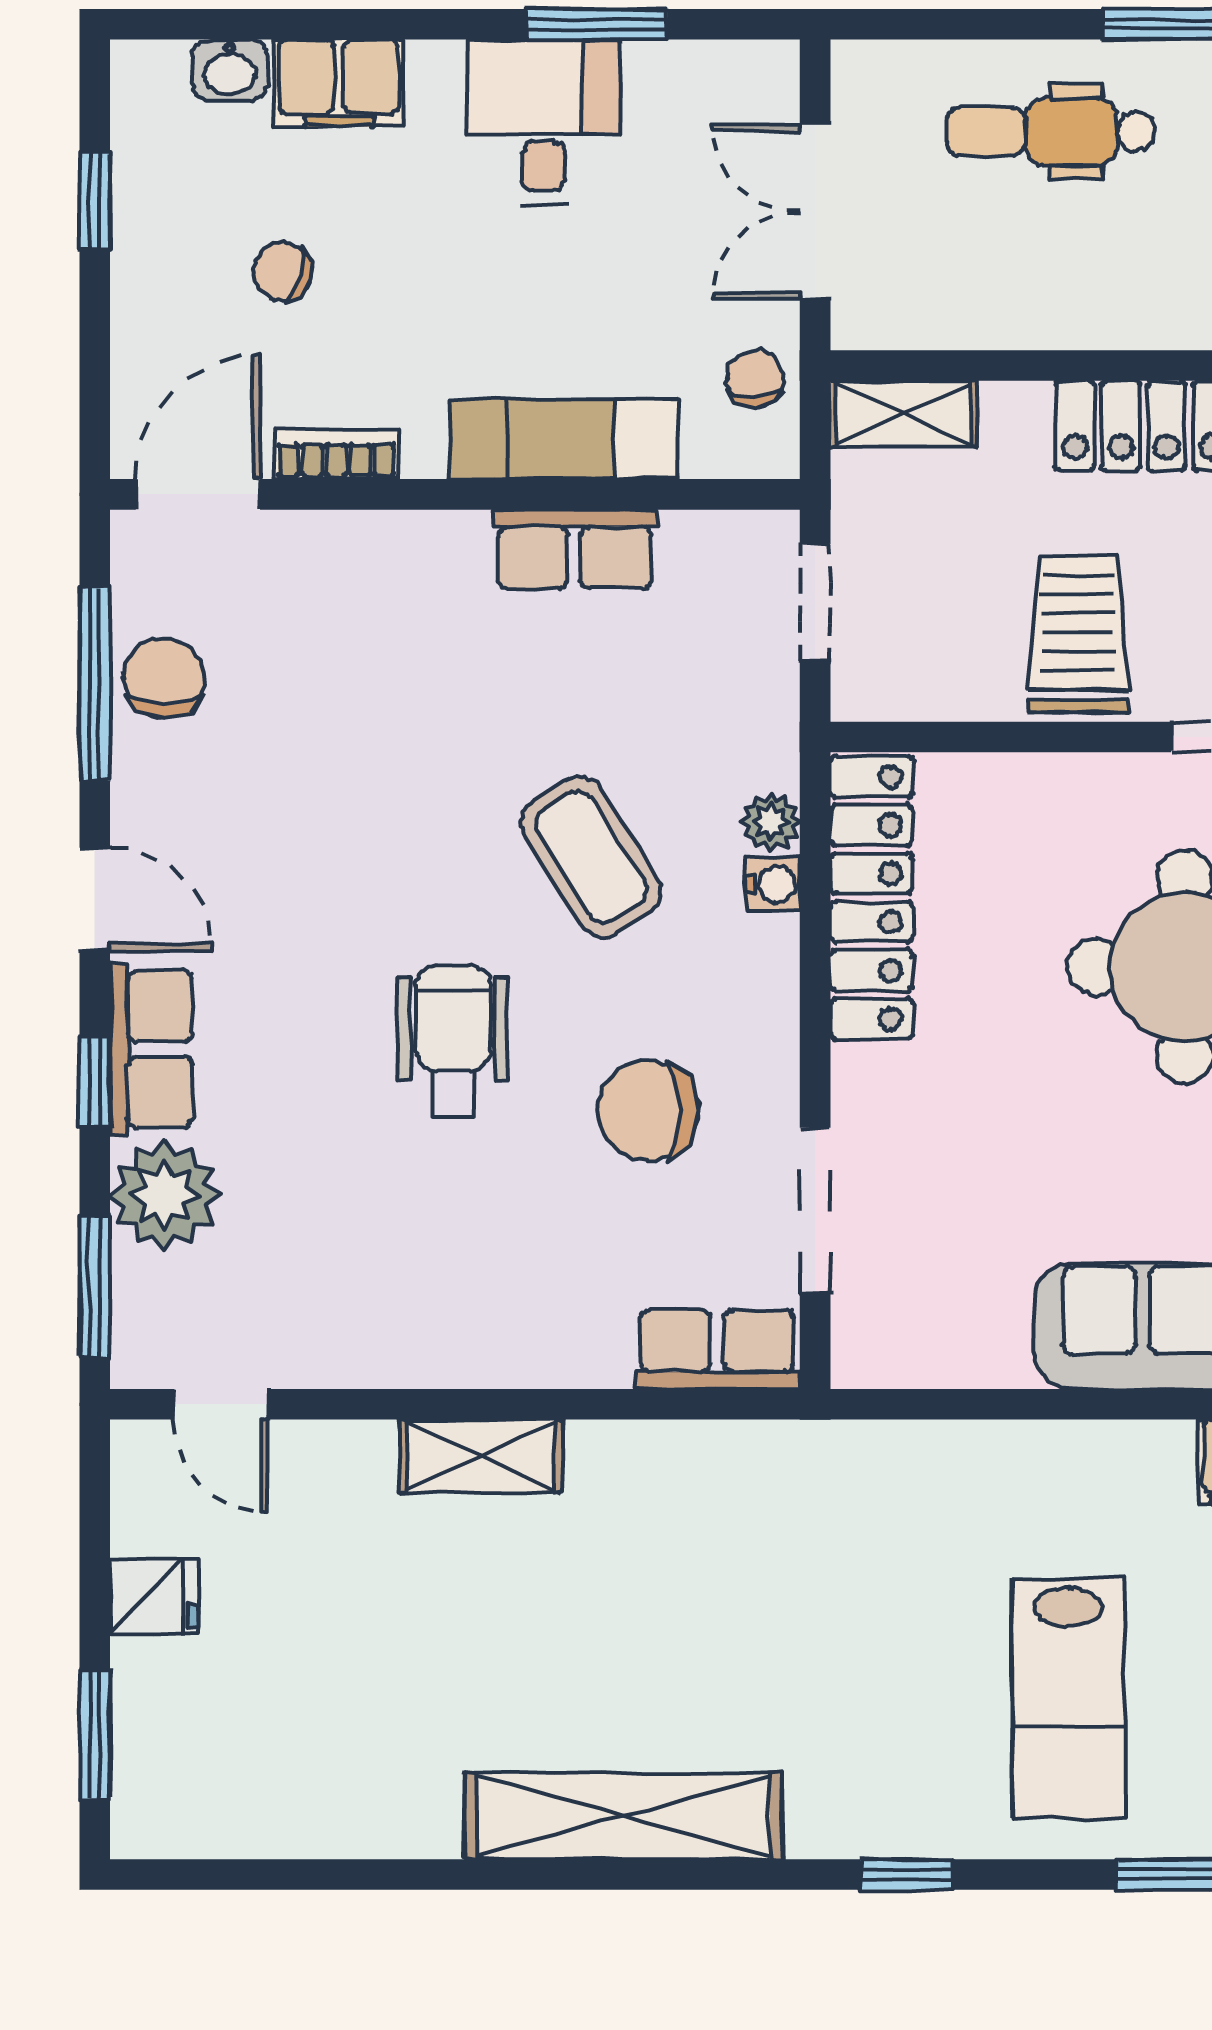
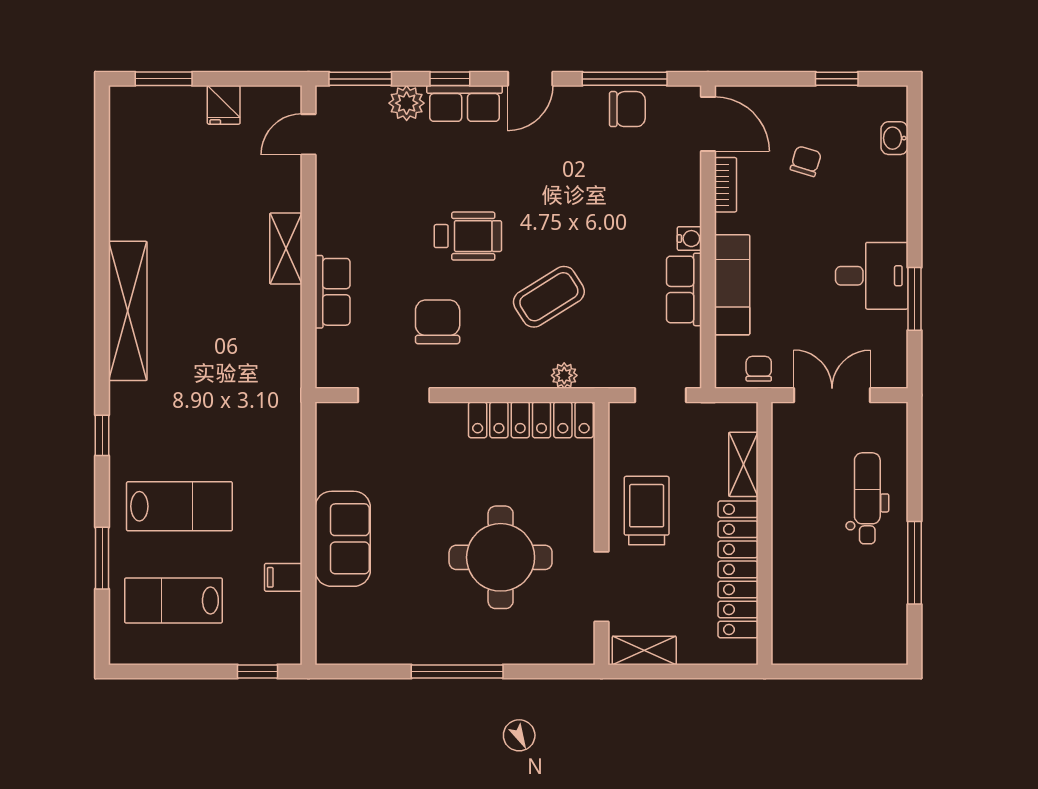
filing cabinet: (339, 83) -> (889, 186), removed
chair: (755, 379) -> (759, 369), turned -90
shelving: (904, 414) -> (743, 464), moved
trolley: (1078, 634) -> (647, 511), turned -90
water cooler: (773, 884) -> (689, 239), moved, turned -90
plant: (165, 1195) -> (407, 103), width x0.73, depth x0.73
row of seats: (717, 1350) -> (333, 292), moved
lab bench: (1068, 1698) -> (179, 506), turned 180

